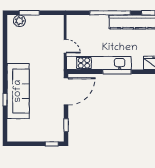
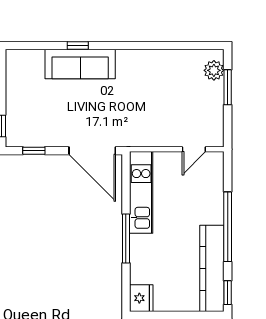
door: (65, 46) -> (194, 149), moved
kitchen unit: (99, 63) -> (141, 192), width x0.73
sofa: (18, 91) -> (80, 64), width x0.74, depth x0.79

